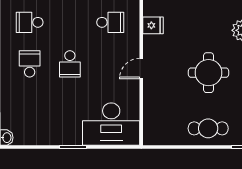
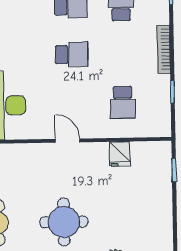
school desk: (70, 64) -> (72, 54), turned 180

